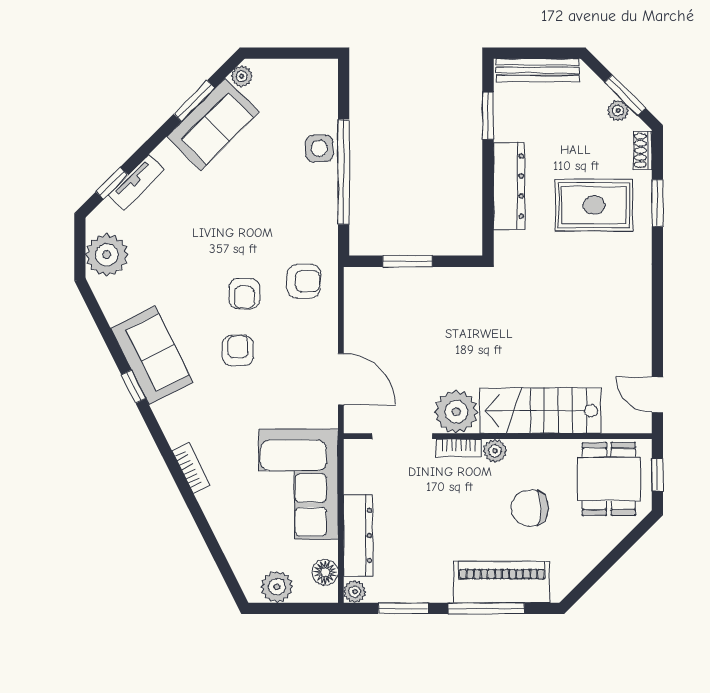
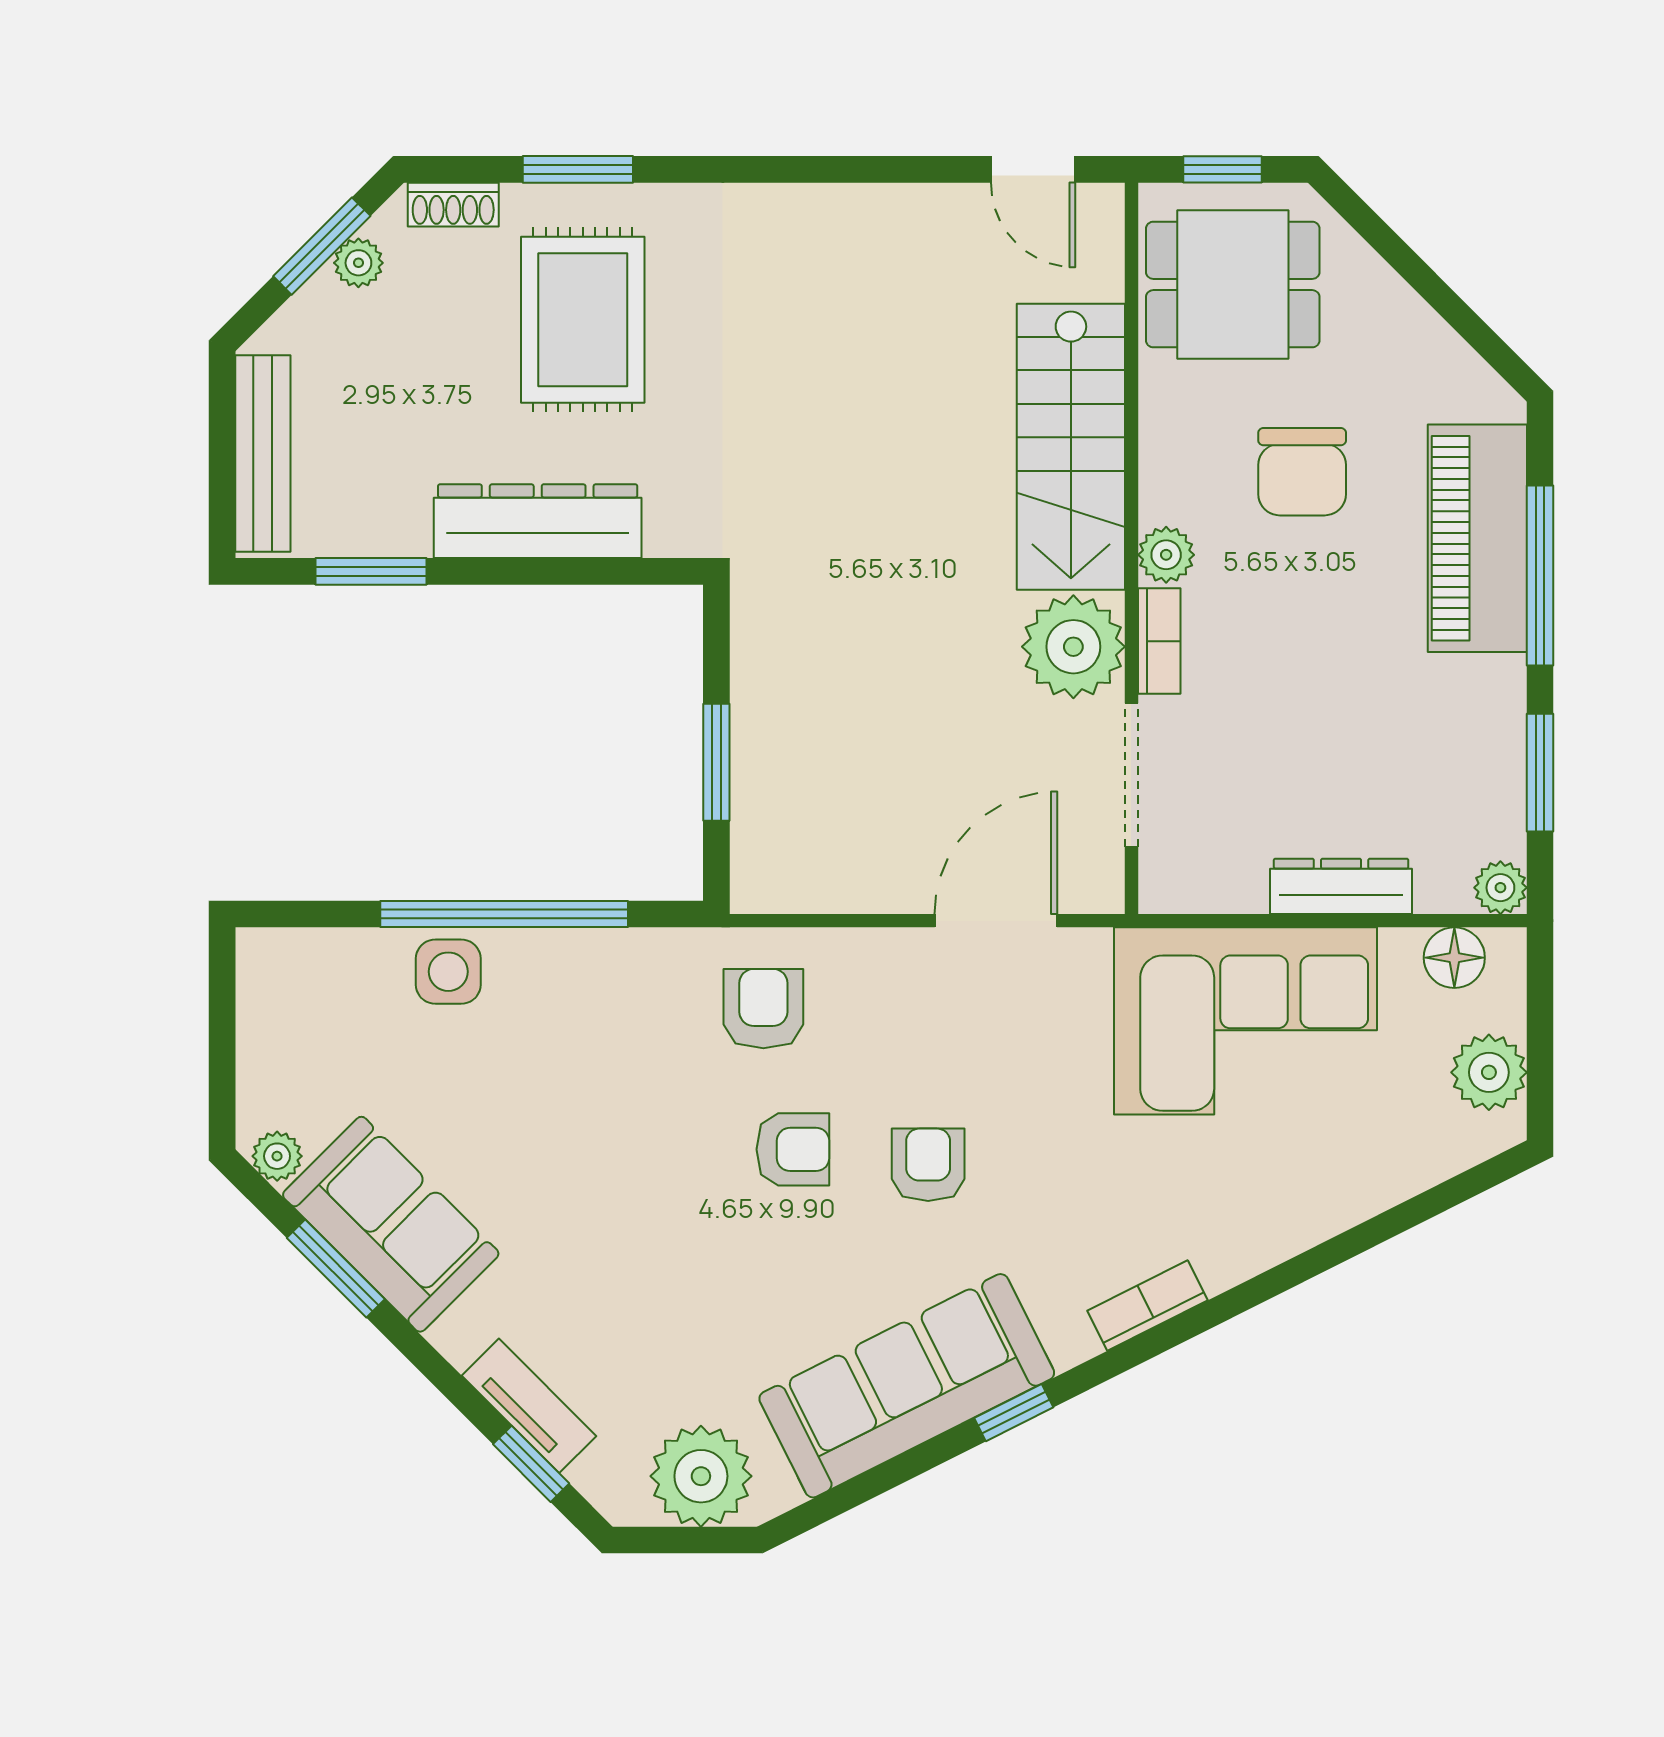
armchair: (238, 351) -> (928, 1165), turned 90
sofa: (152, 355) -> (907, 1386), width x1.36
door: (657, 395) -> (1033, 169), hinge flipped
bookcase: (191, 468) -> (1147, 1306), moved
dresser: (358, 535) -> (1341, 886), width x0.73, depth x0.80

